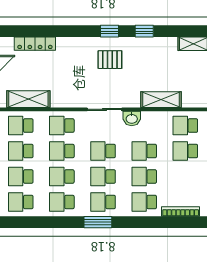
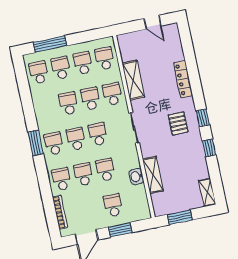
locker: (35, 44) -> (183, 79), moved
shelving: (28, 99) -> (133, 80), moved
washbasin: (132, 118) -> (136, 177), moved
school desk: (185, 126) -> (135, 201), removed
school desk: (62, 202) -> (46, 108), removed

